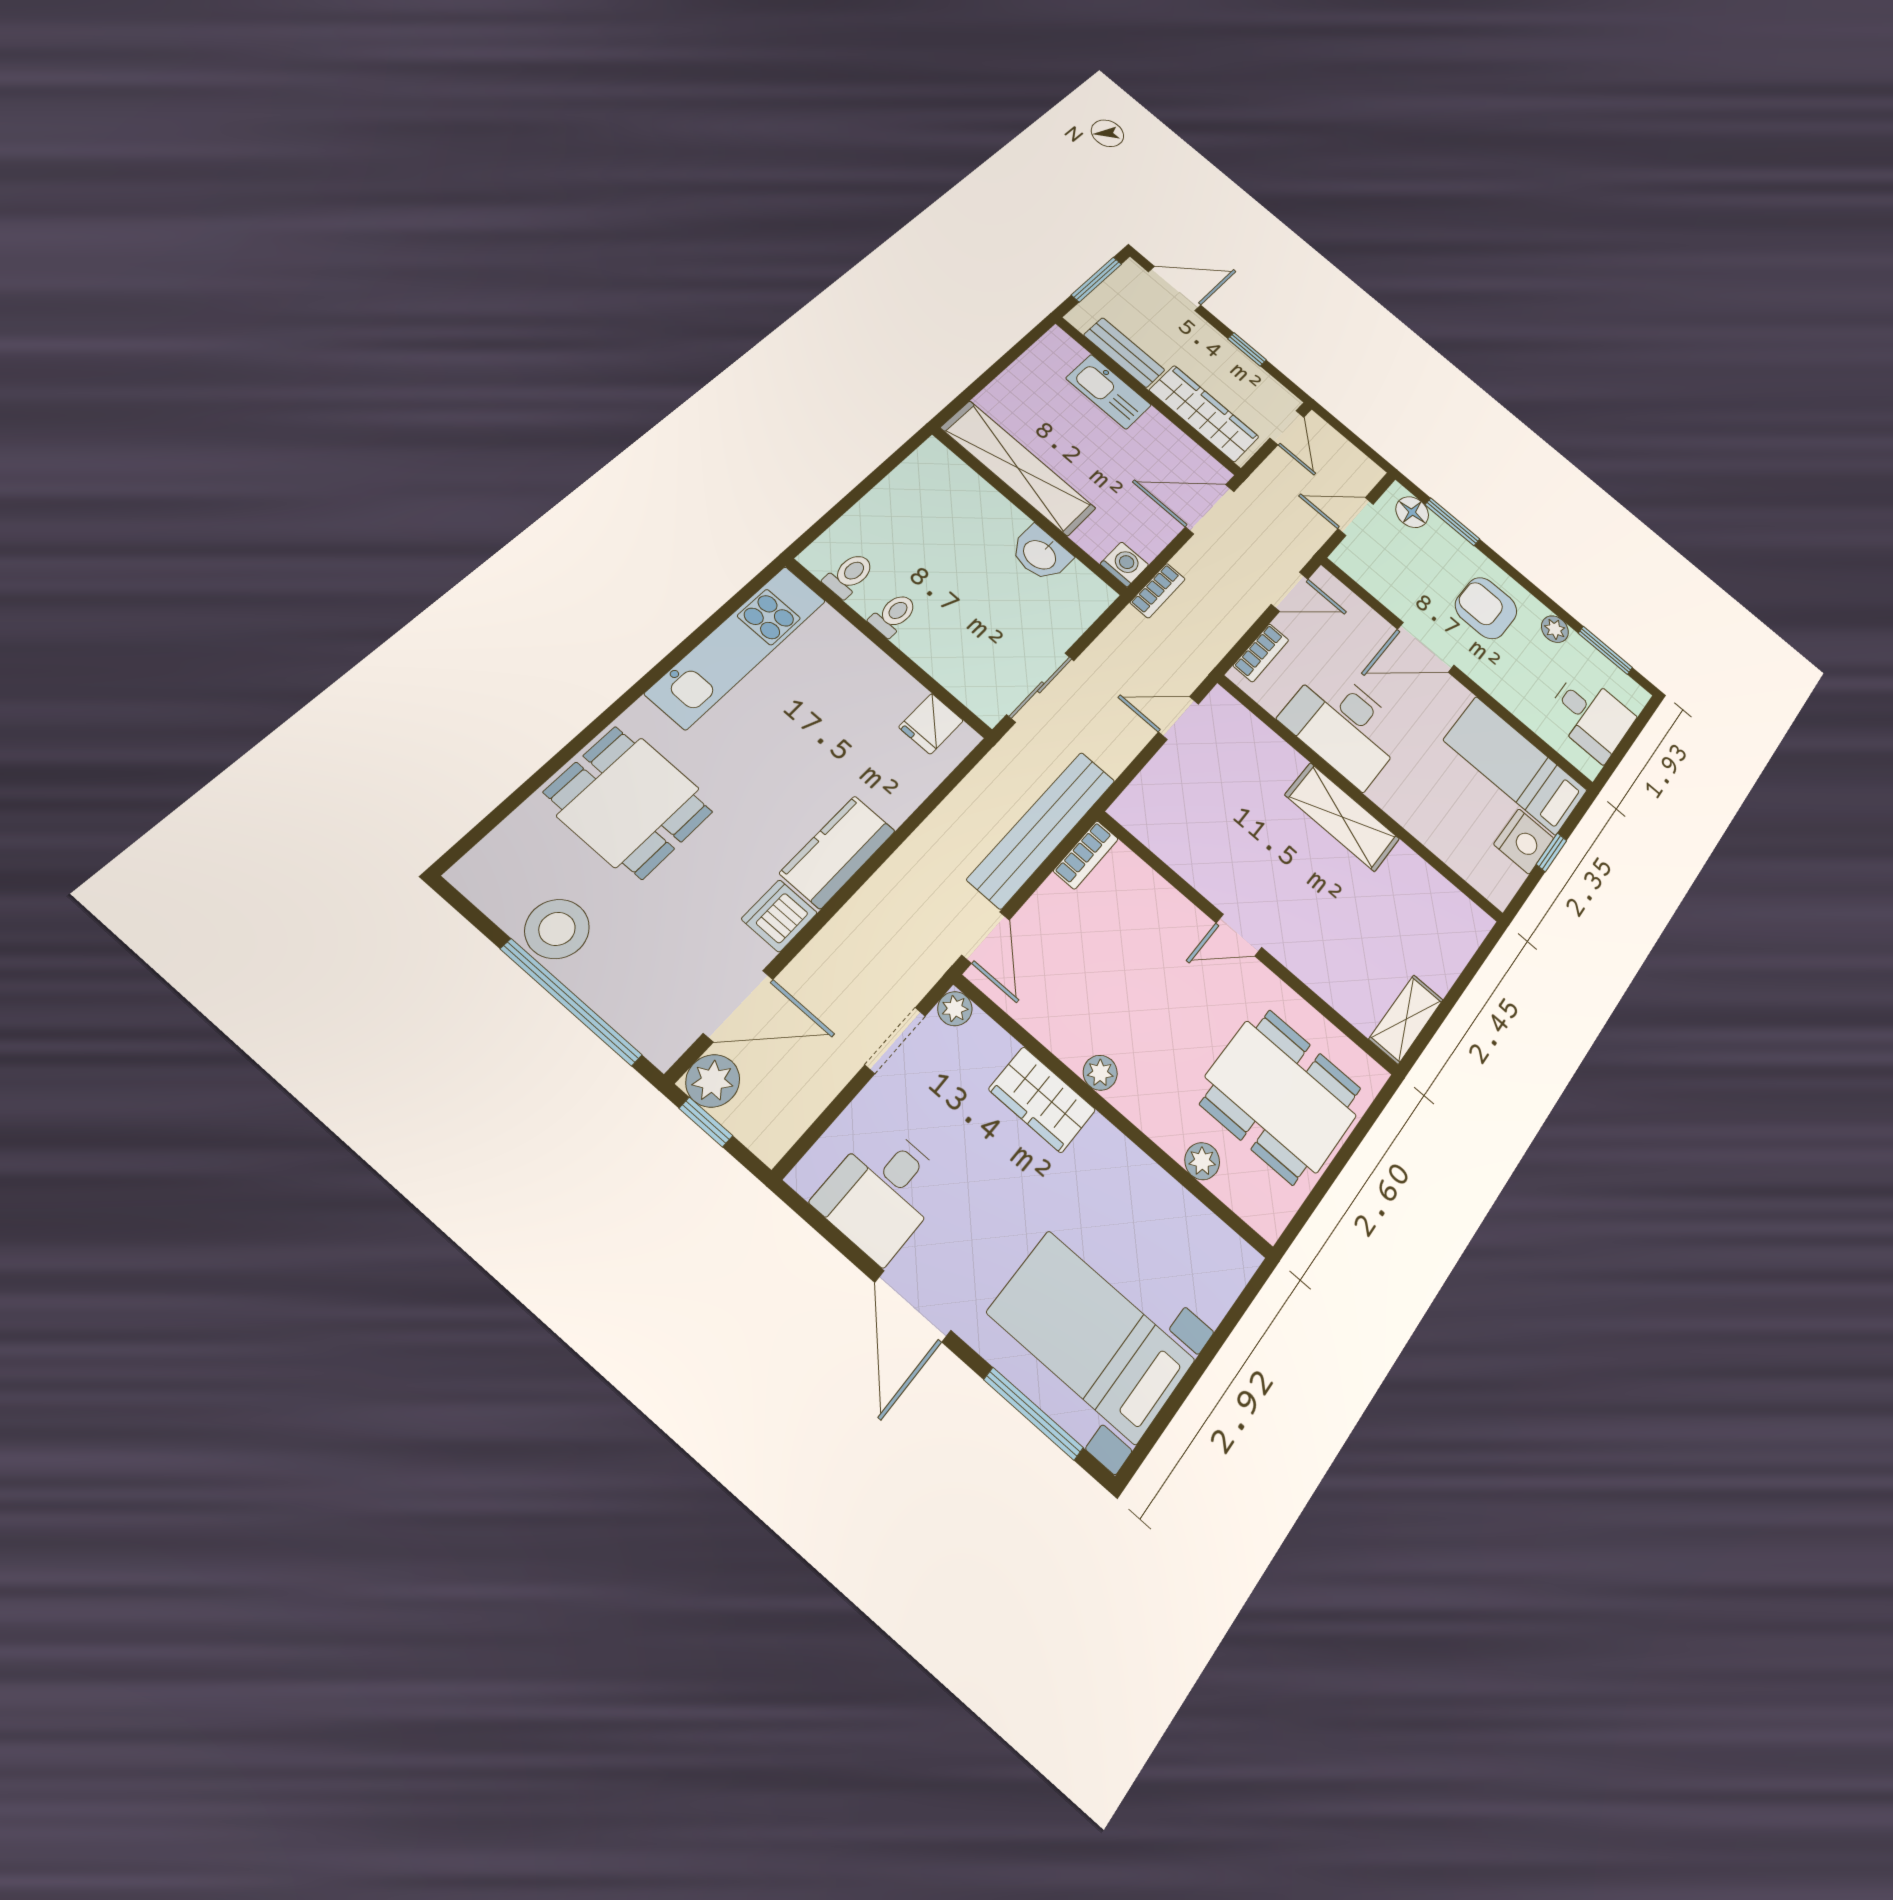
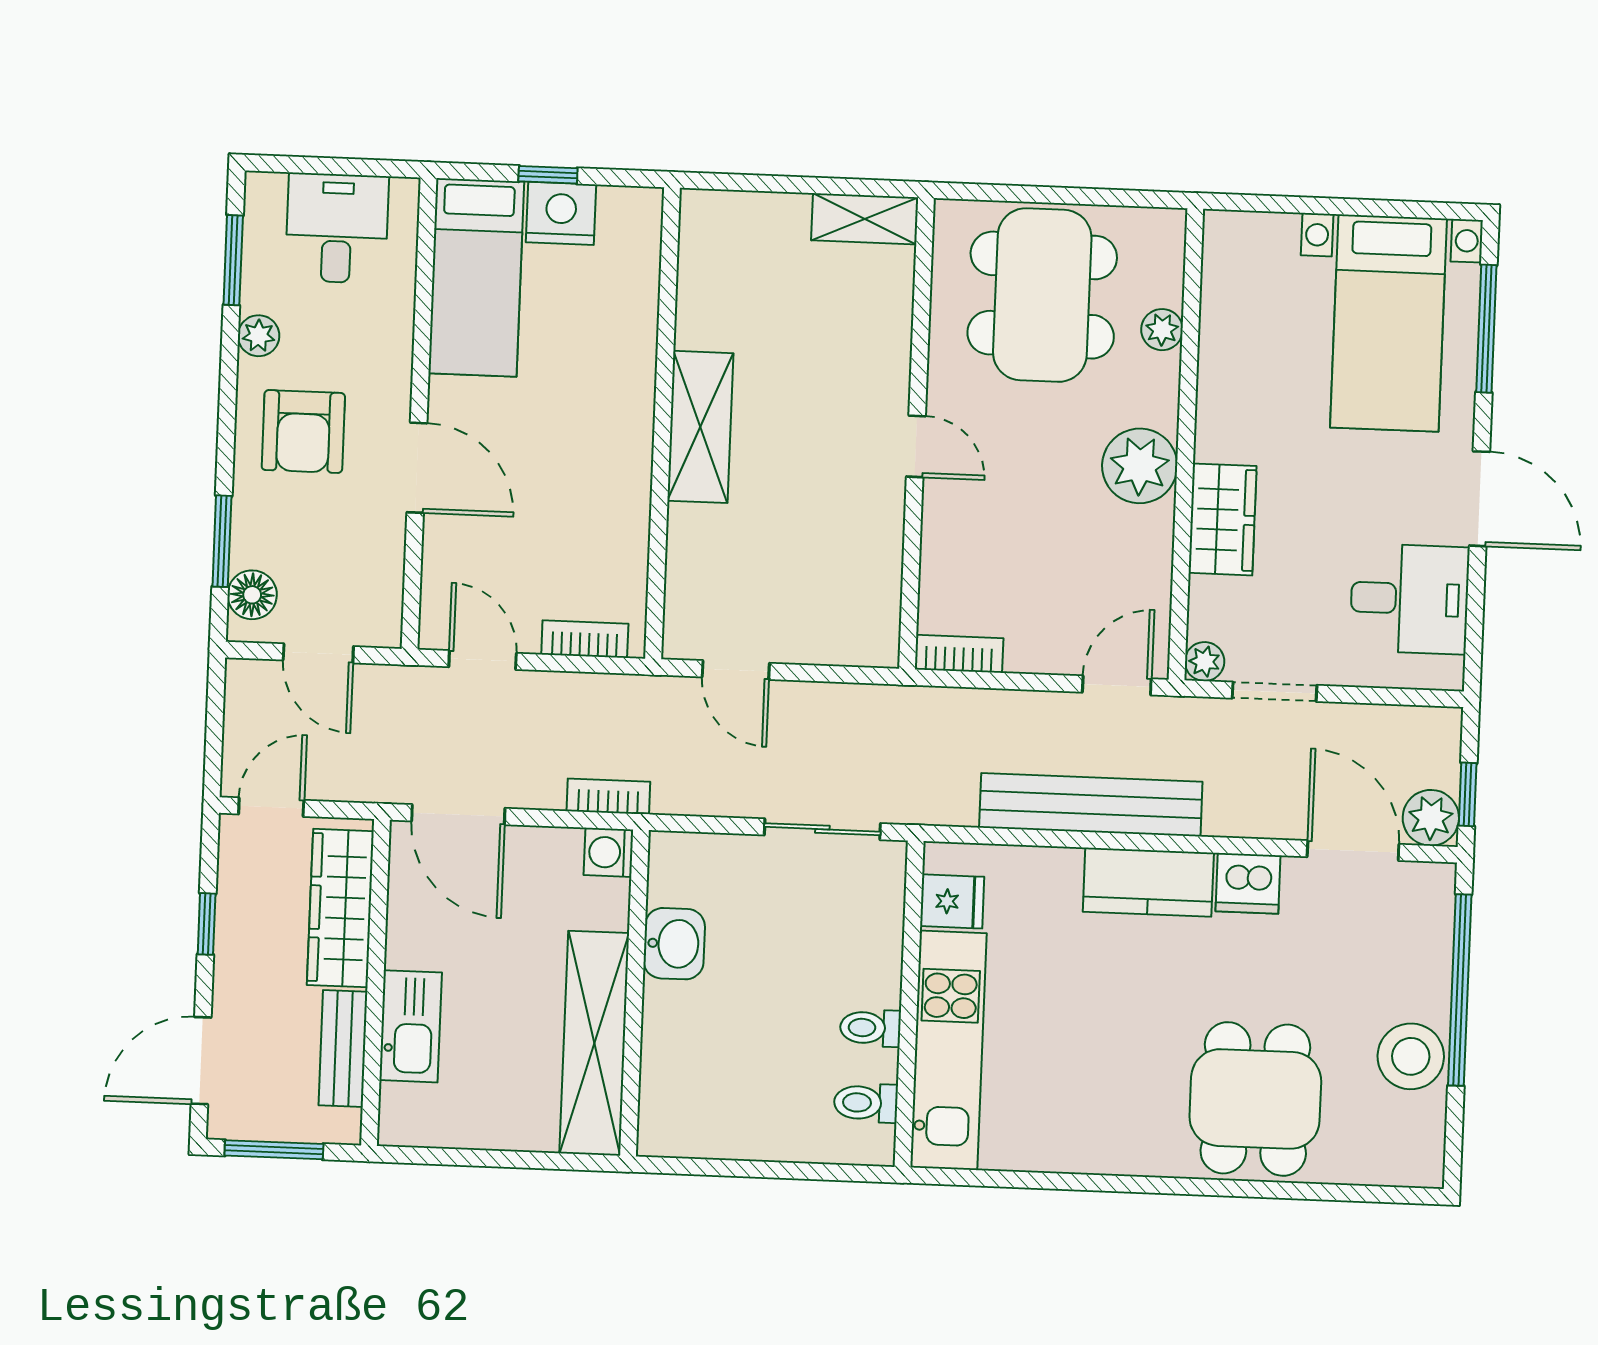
door: (1175, 288) -> (201, 1061), hinge flipped
kitchen unit: (737, 646) -> (949, 1050), moved, turned 90
desk: (1344, 726) -> (593, 494), removed
bench: (1042, 829) -> (1091, 805), moved
plant: (1100, 1073) -> (1140, 466), width x1.88, depth x1.88
door: (913, 1306) -> (1480, 499), hinge flipped

